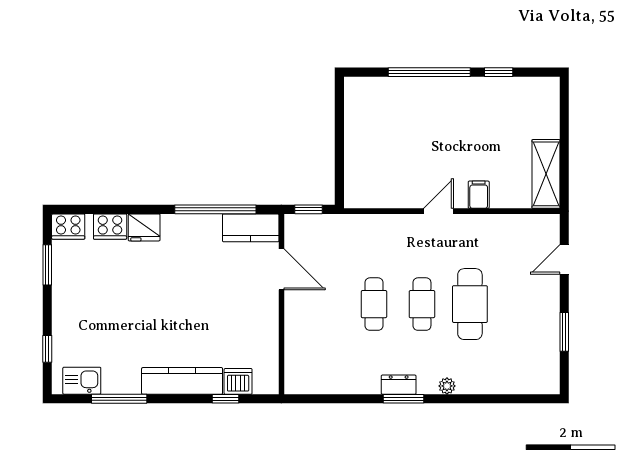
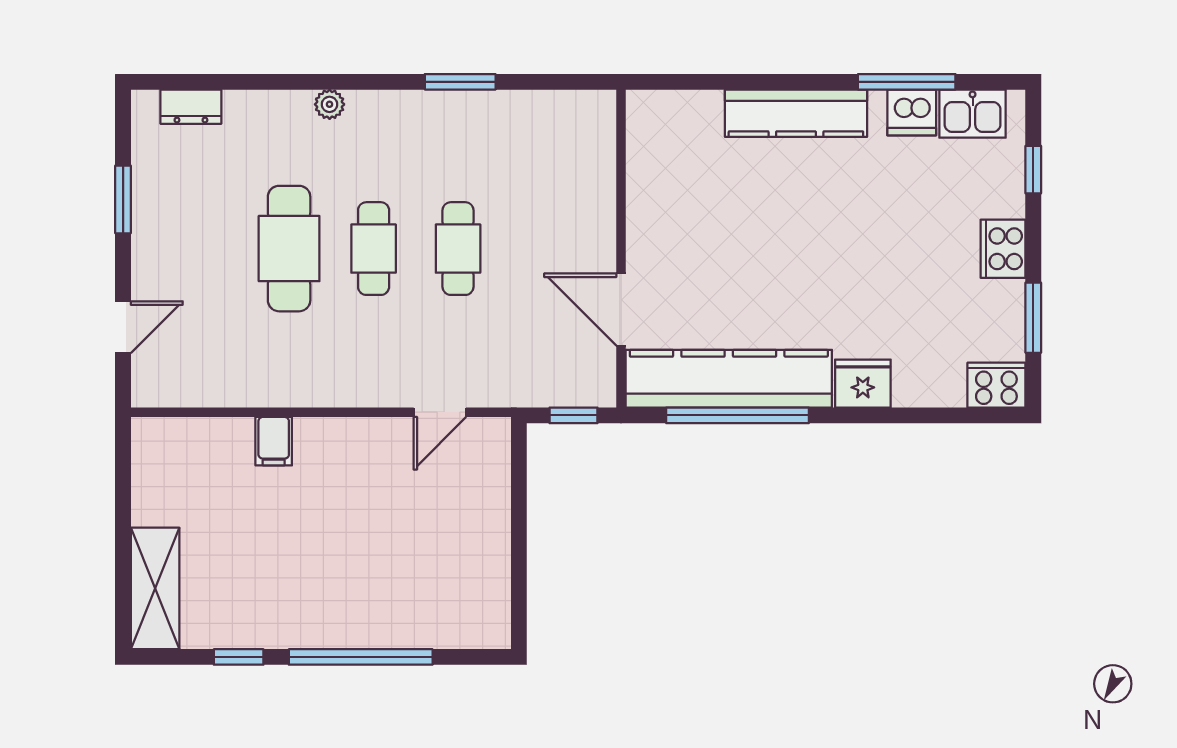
shelving: (546, 174) -> (155, 588), moved
door: (438, 211) -> (440, 412), moved
cooker: (110, 227) -> (1003, 249), moved, turned -90
kitchen counter: (251, 228) -> (729, 379), width x2.08, depth x1.17
dishwasher: (238, 381) -> (912, 112), moved
dresser: (399, 385) -> (191, 107), moved
window: (225, 399) -> (720, 82), removed
window: (403, 399) -> (460, 82), moved

